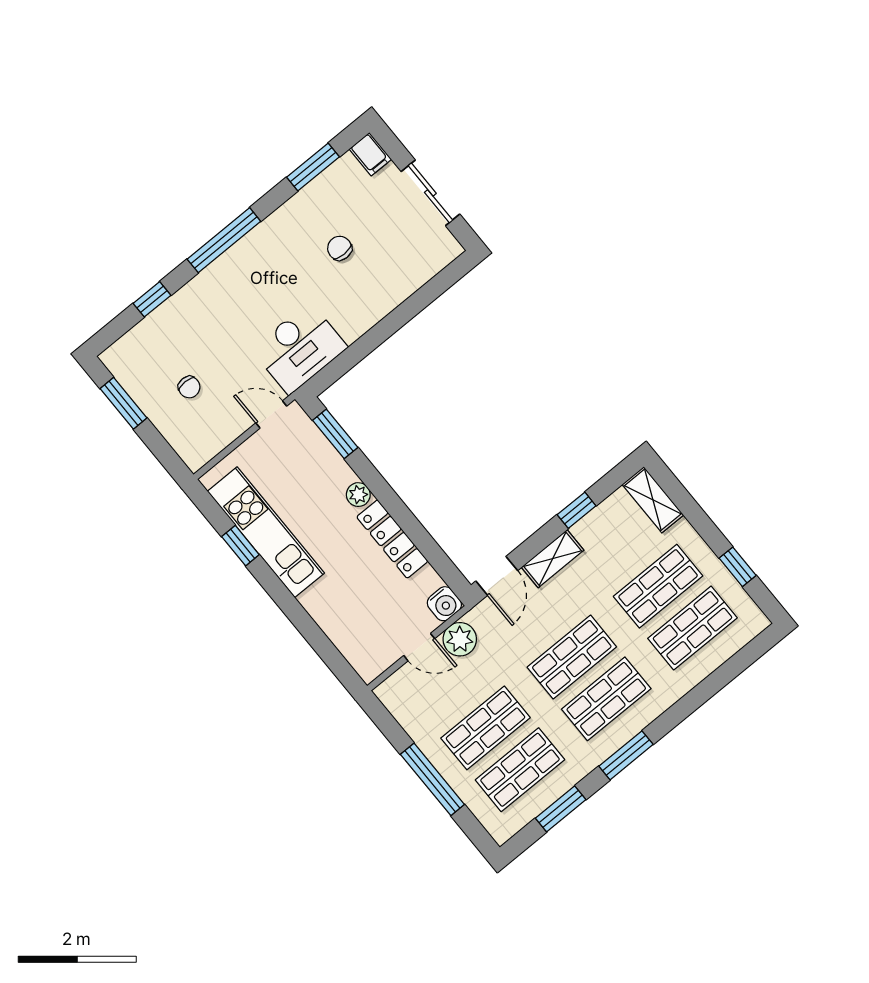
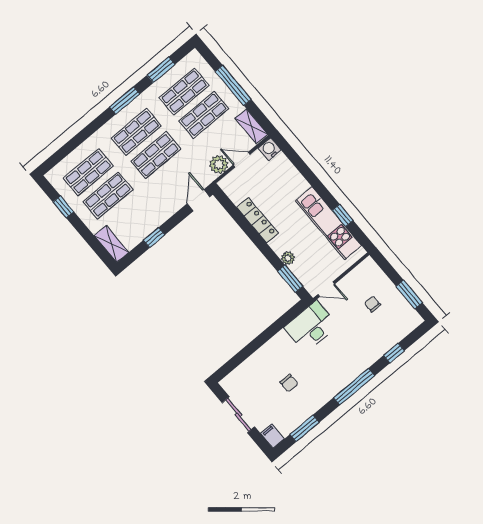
plant: (358, 495) -> (288, 258), moved
shelving: (553, 559) -> (251, 126), moved, turned 90
water cooler: (444, 604) -> (269, 149), moved

